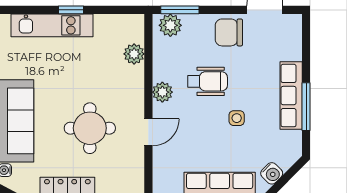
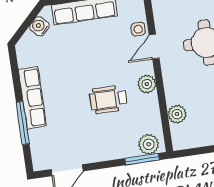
chair: (229, 32) -> (96, 146), removed
window: (306, 107) -> (23, 123), moved
side table: (237, 118) -> (138, 29), moved

